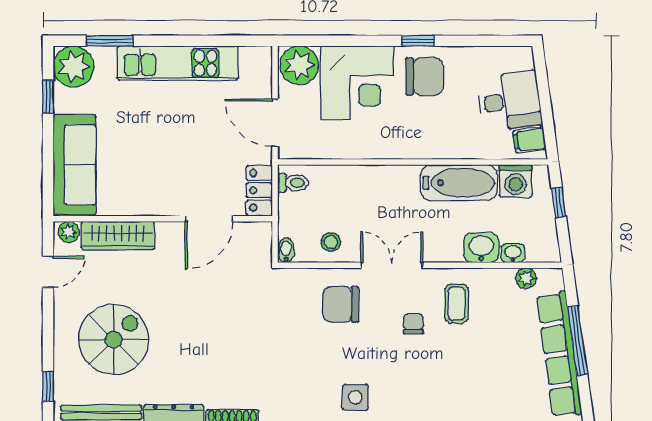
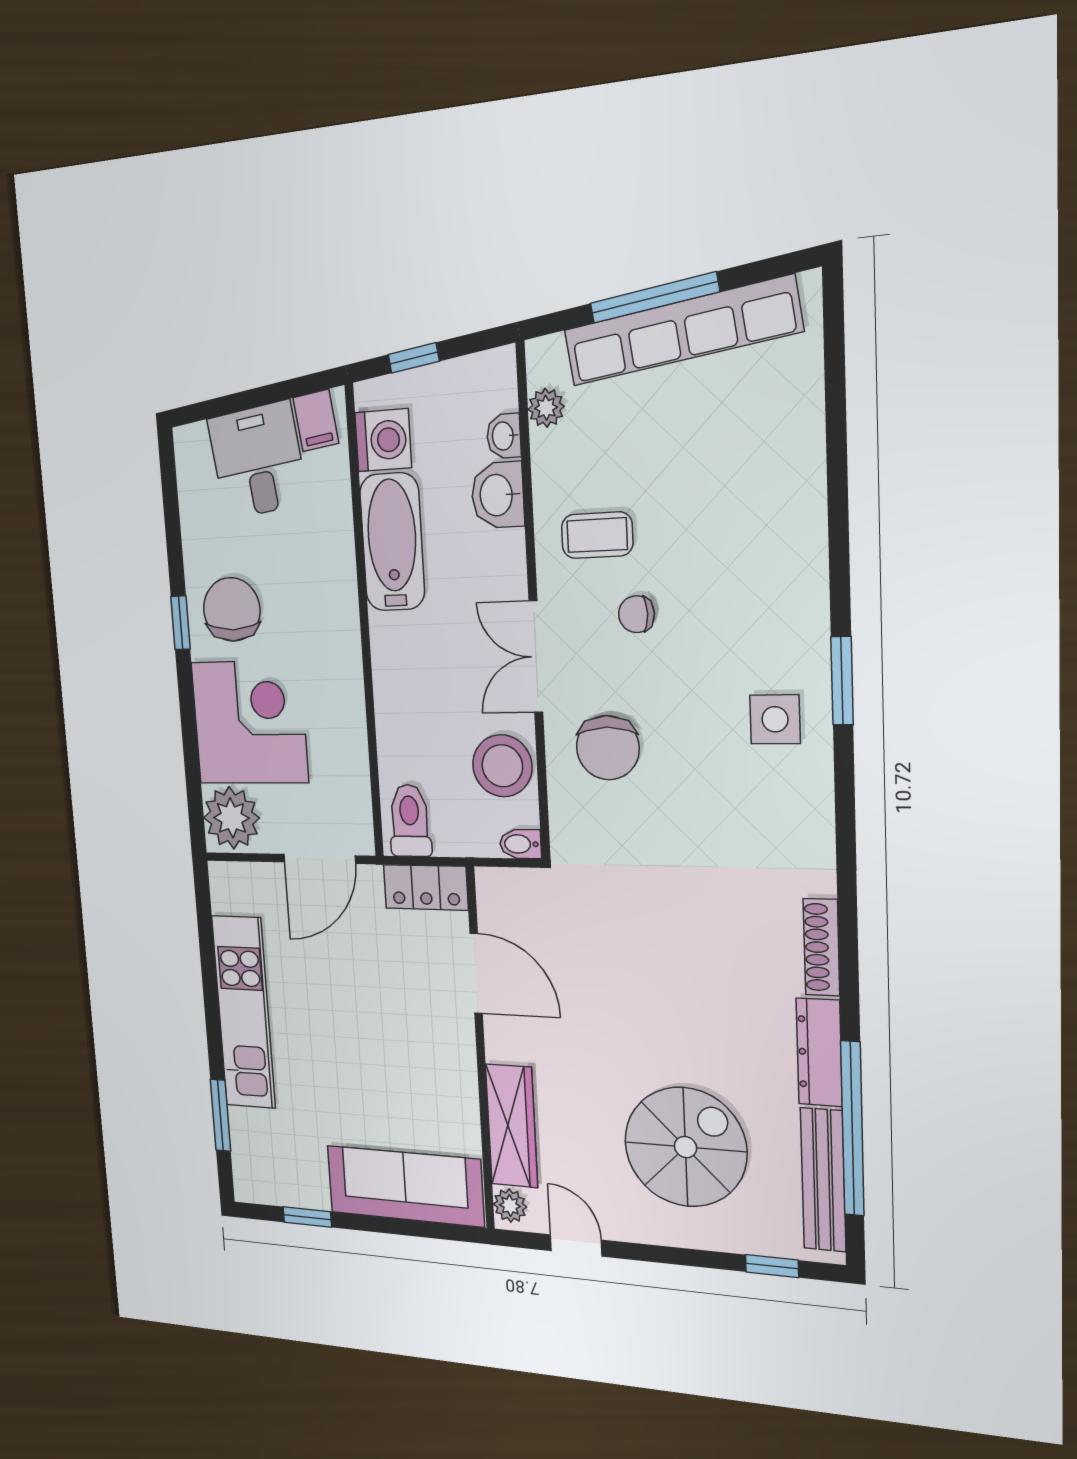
plant: (74, 66) -> (261, 1174), removed
toilet: (293, 183) -> (410, 821), width x1.37, depth x1.39
stool: (331, 242) -> (502, 766), width x1.89, depth x1.89
spiral stairs: (114, 340) -> (685, 1147), turned 90

